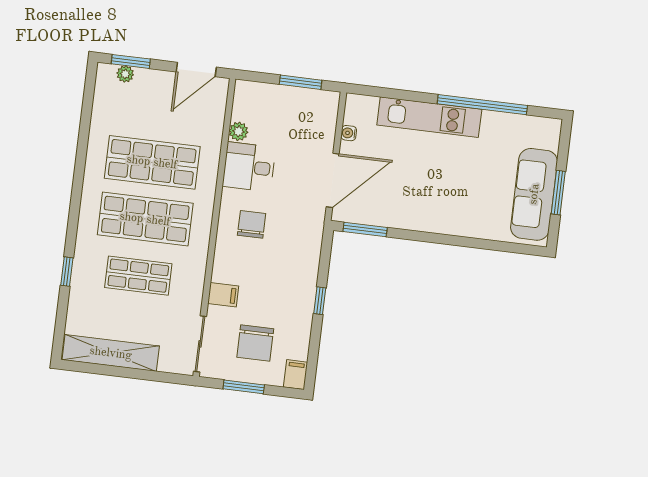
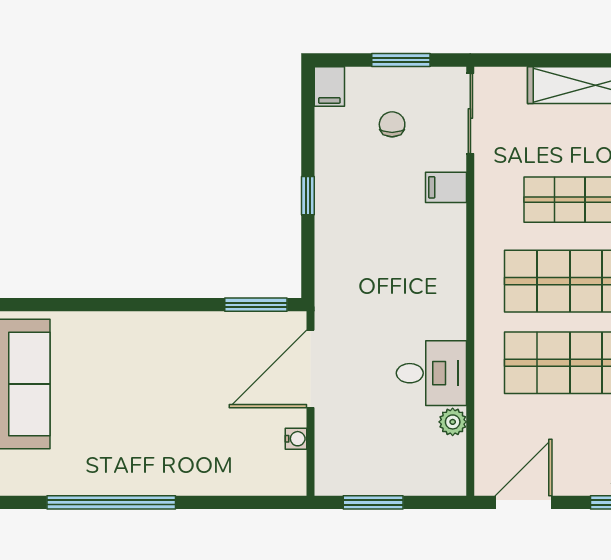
kitchen unit: (429, 117) -> (184, 475), removed
chair: (252, 224) -> (418, 292), removed
chair: (255, 343) -> (392, 124), width x0.54, depth x0.54

